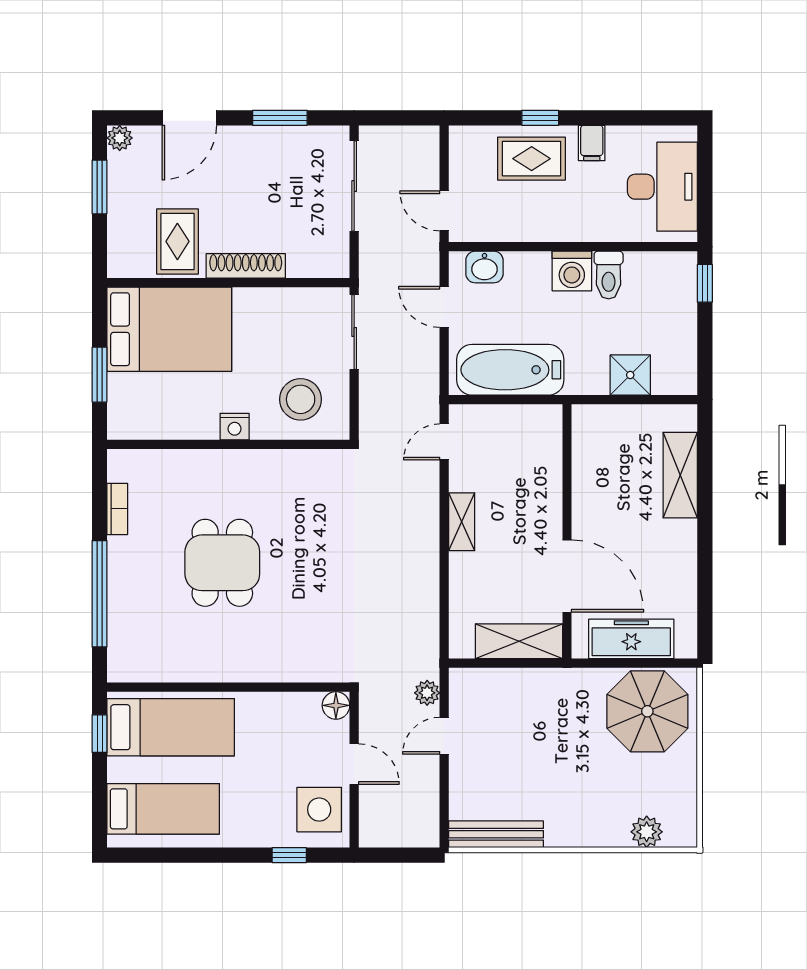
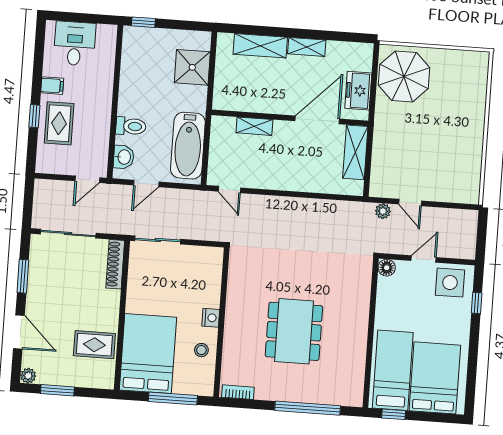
desk: (662, 187) -> (75, 44), width x0.73
shoe rack: (246, 266) -> (115, 264), moved
washing machine: (572, 271) -> (130, 103), removed
toilet: (609, 275) -> (131, 126), moved
window: (100, 375) -> (173, 398), width x1.44
shower: (630, 375) -> (192, 67), width x1.36, depth x1.36
stool: (301, 399) -> (201, 350), moved, width x0.53, depth x0.53
bookcase: (117, 509) -> (238, 392), moved
shelving: (462, 522) -> (254, 126), moved
shelving: (684, 550) -> (307, 47), added
dining table: (222, 563) -> (294, 331), width x1.37
freezer: (631, 639) -> (358, 91), width x0.71
bed: (163, 809) -> (435, 378), width x1.50
plant: (647, 832) -> (478, 82), removed
bench: (496, 834) -> (473, 175), removed

